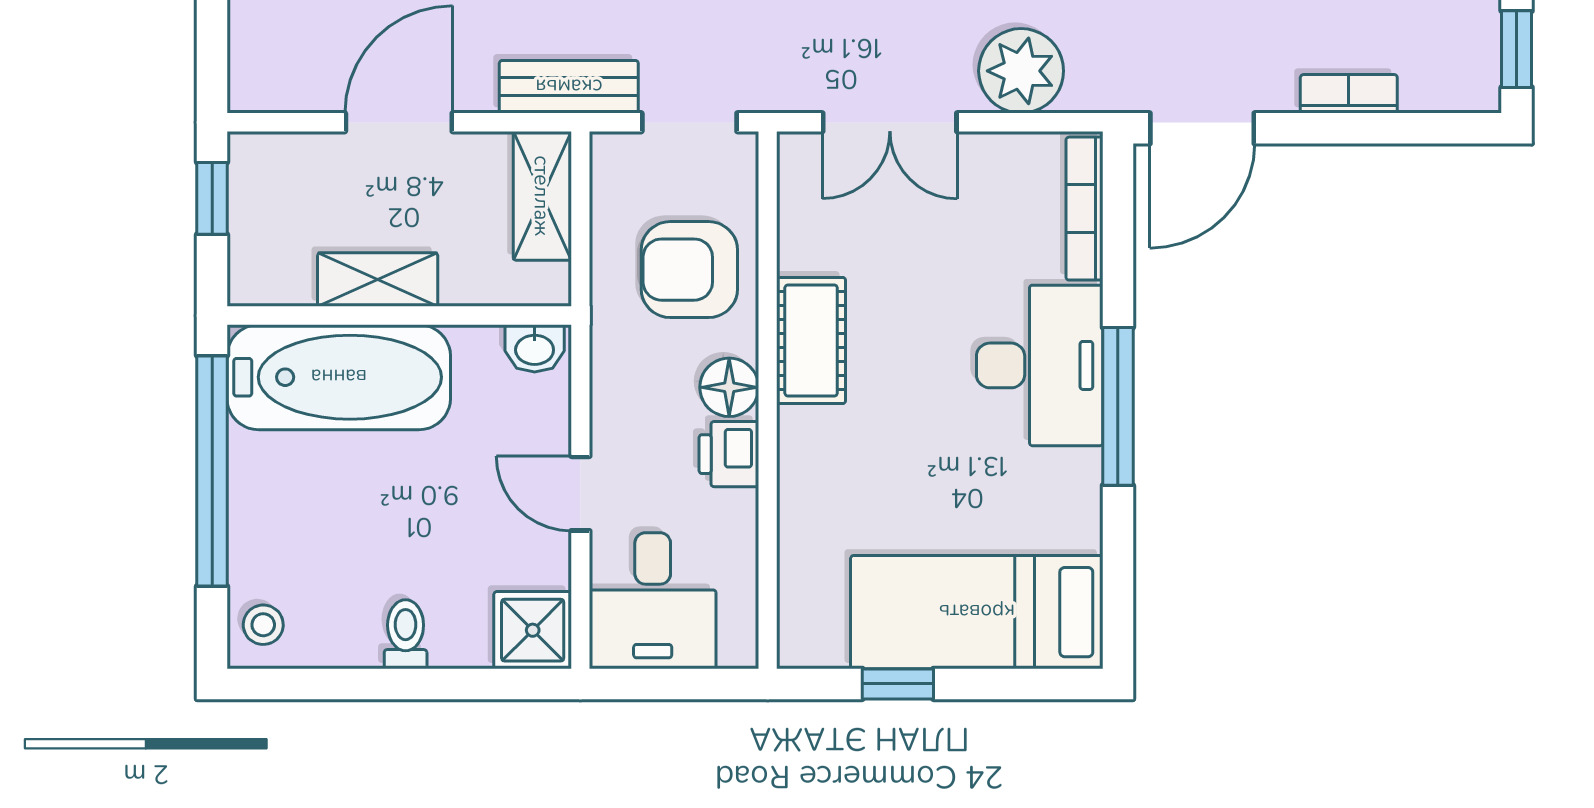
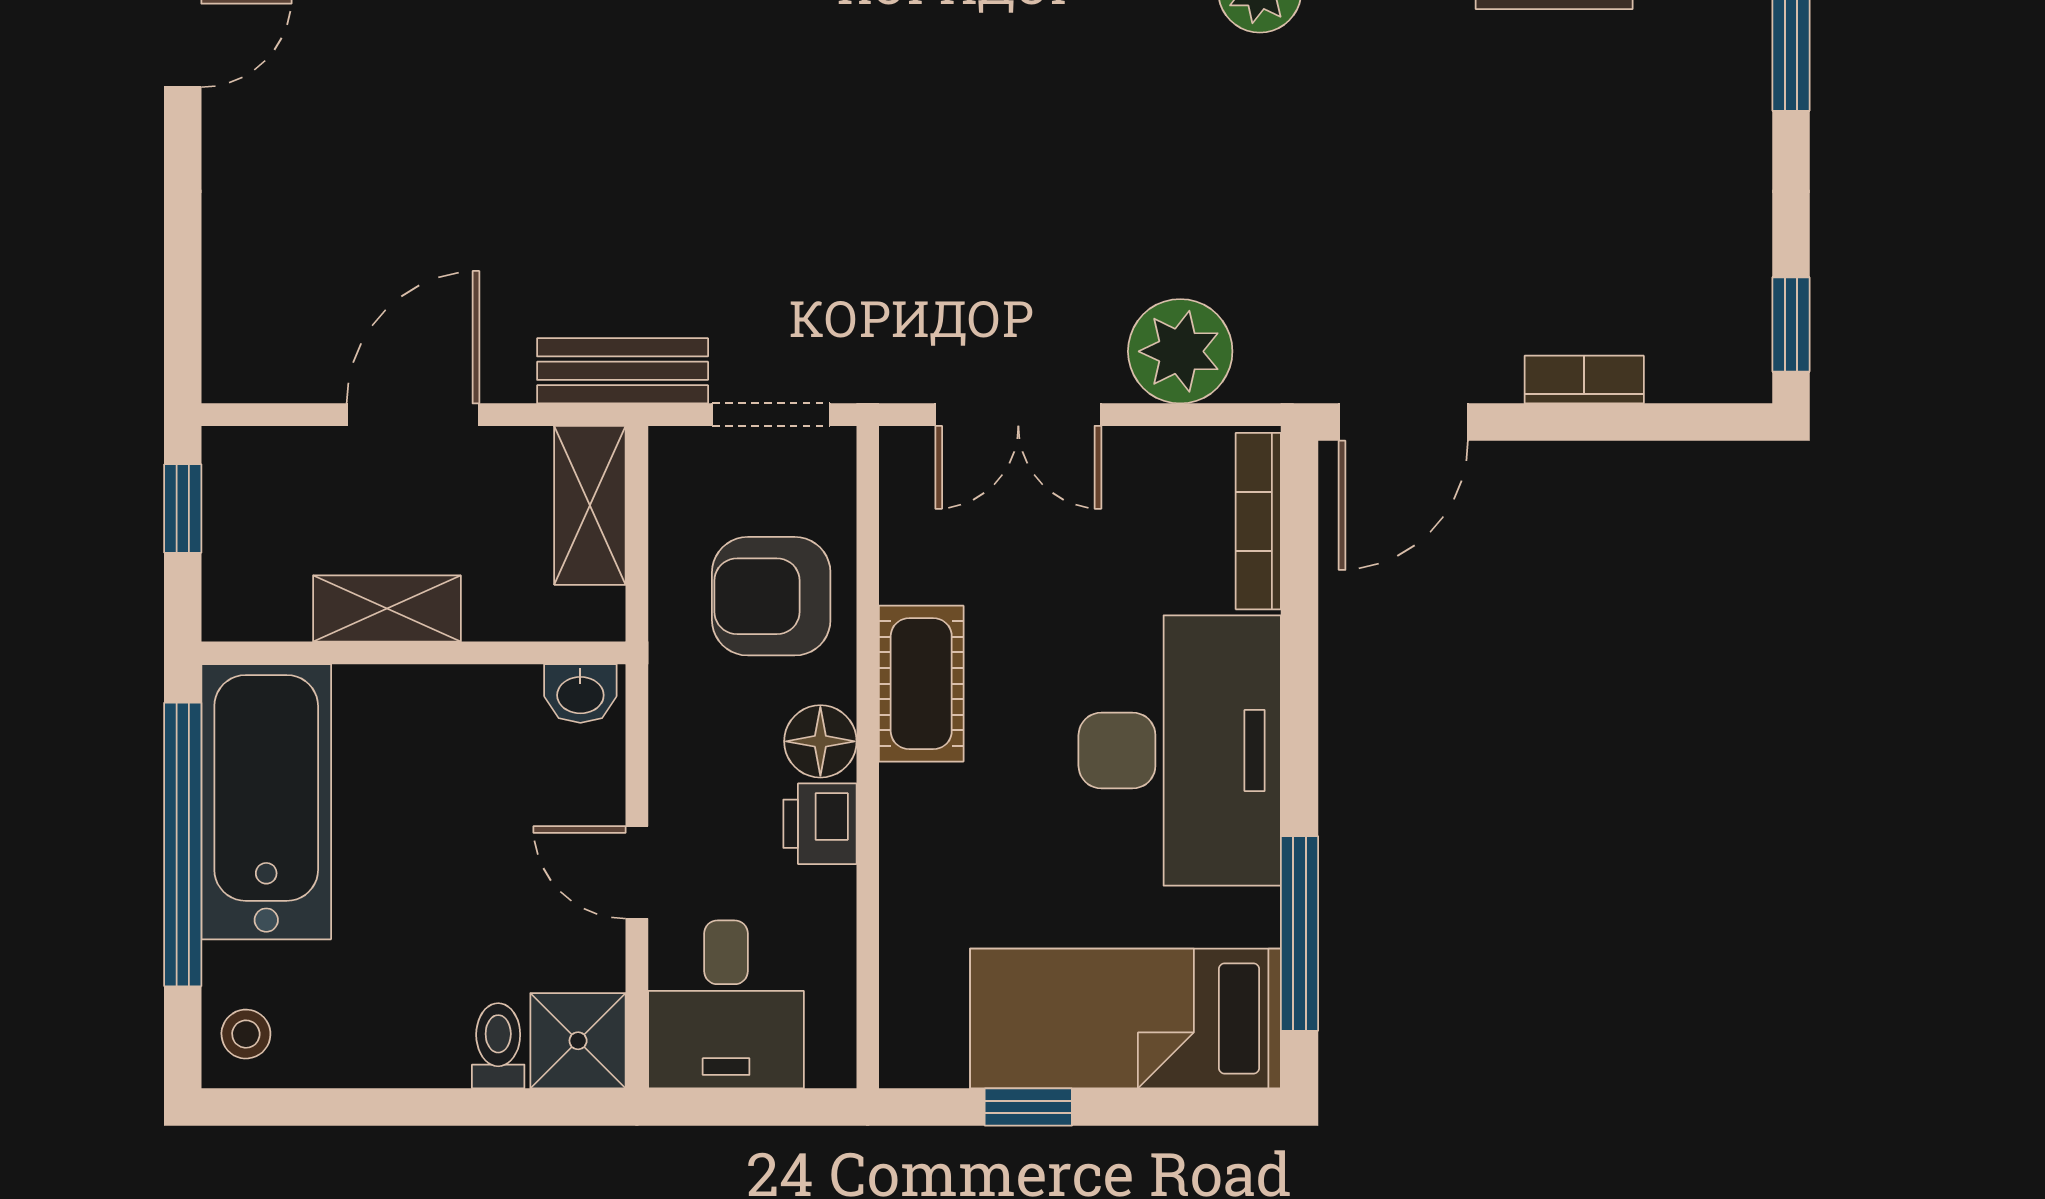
desk: (1040, 365) -> (1180, 751), width x1.36, depth x1.30
bathtub: (339, 377) -> (266, 802), moved, turned -90
window: (1118, 406) -> (1300, 933), moved
toilet: (406, 634) -> (498, 1046), moved

